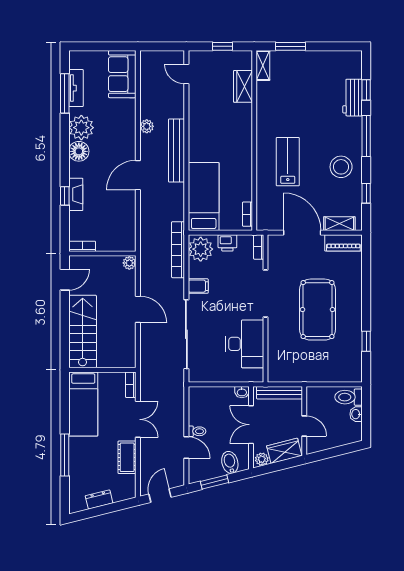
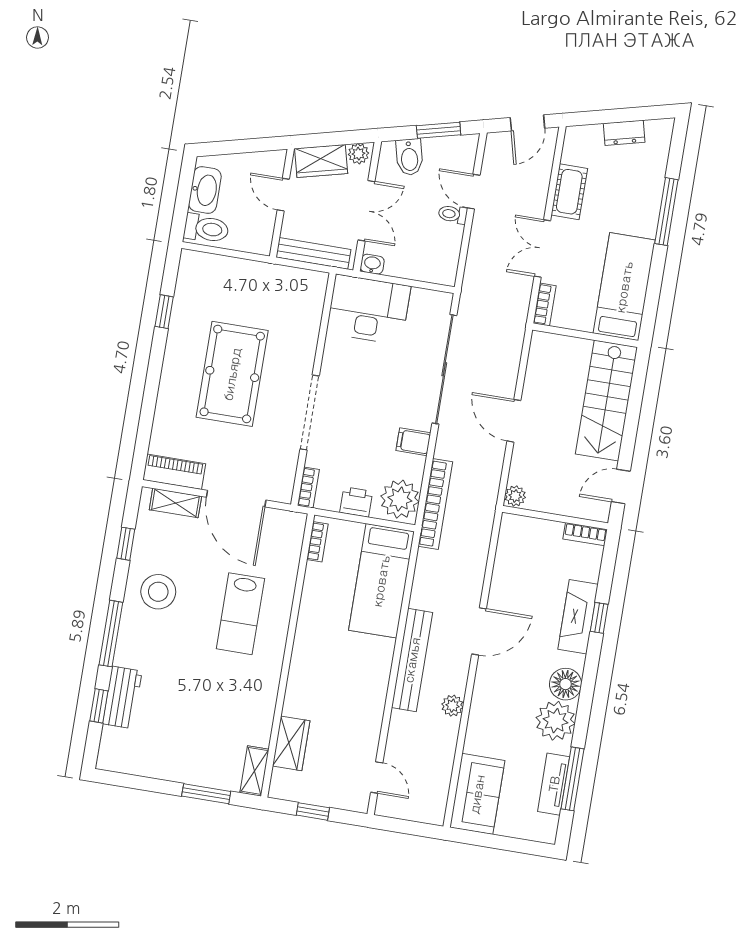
fireplace: (76, 194) -> (578, 617), width x1.37, depth x1.32
desk: (245, 344) -> (369, 309), moved, turned 90
washbasin: (356, 414) -> (205, 190), width x1.91, depth x1.45

